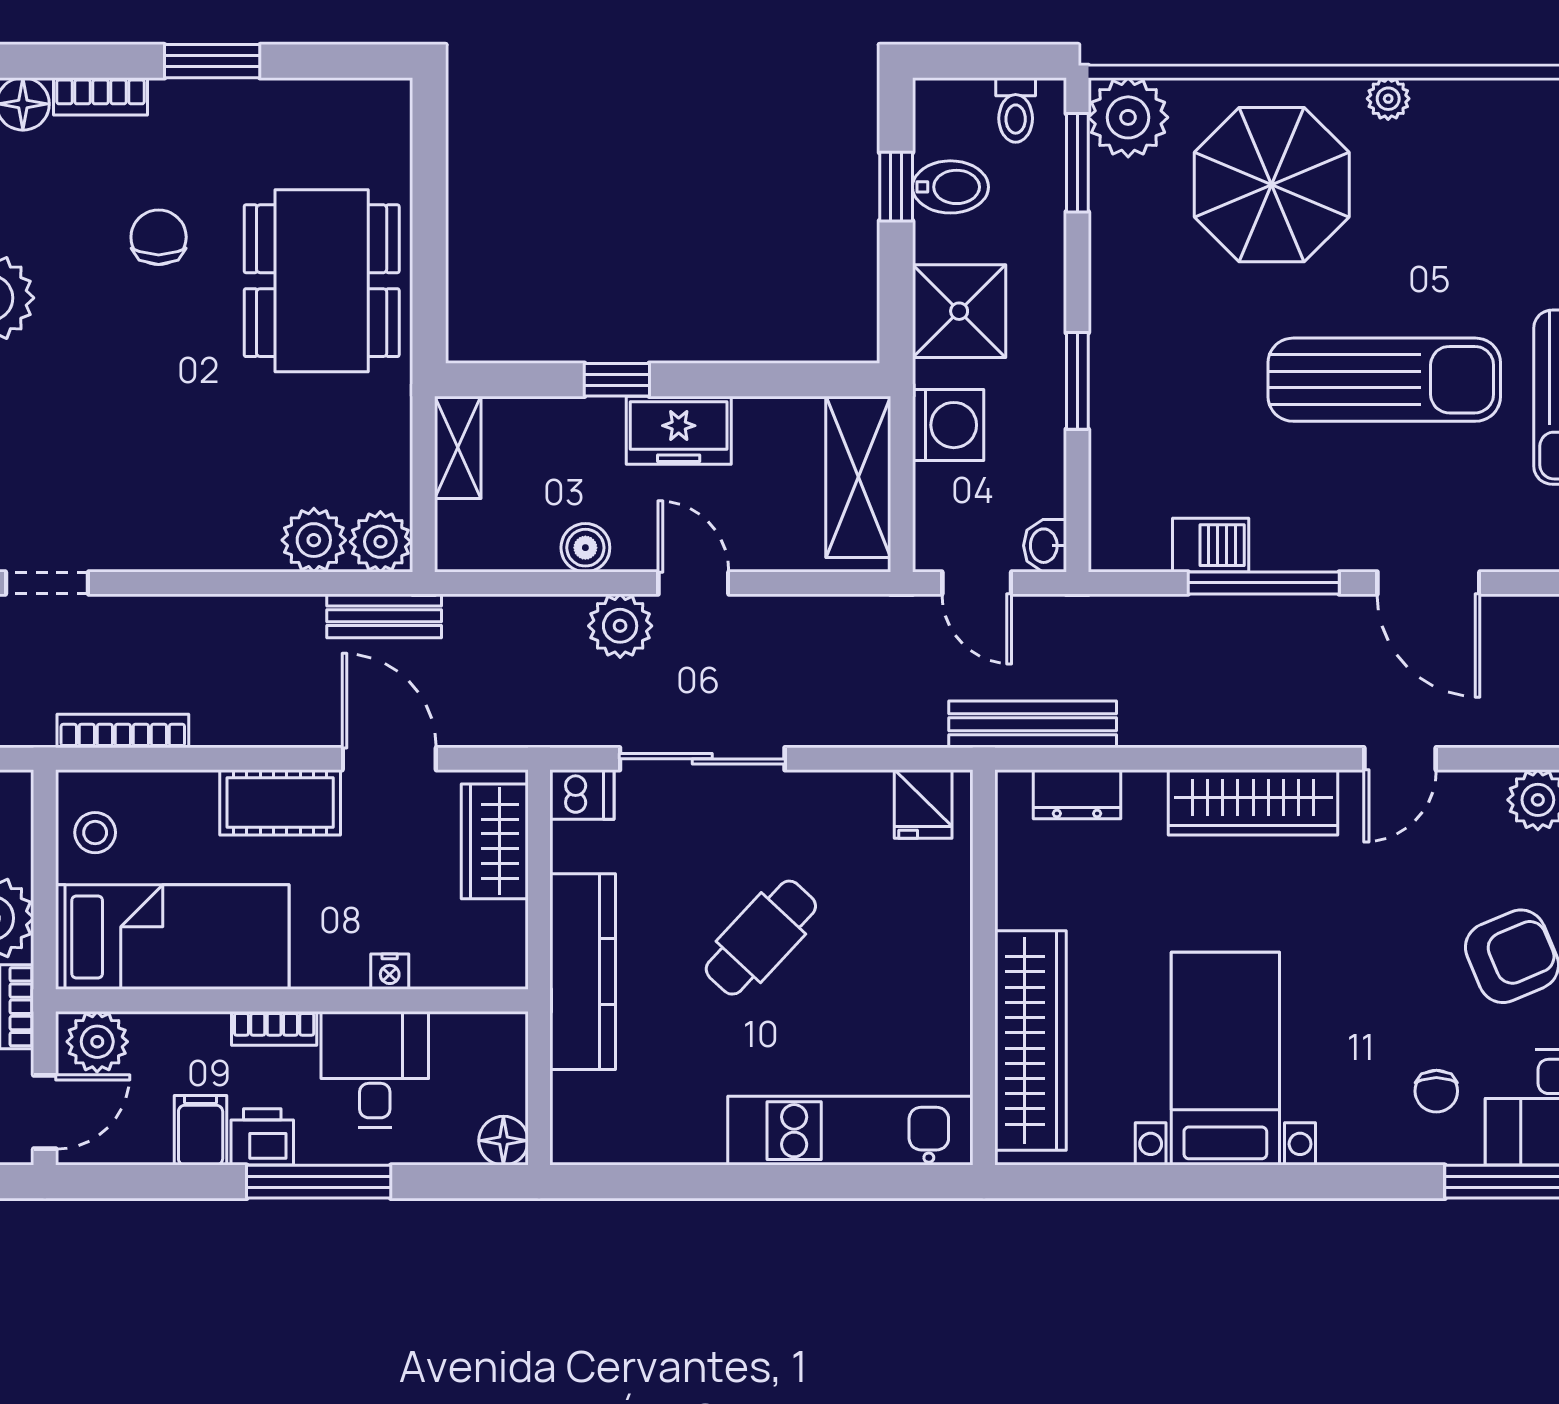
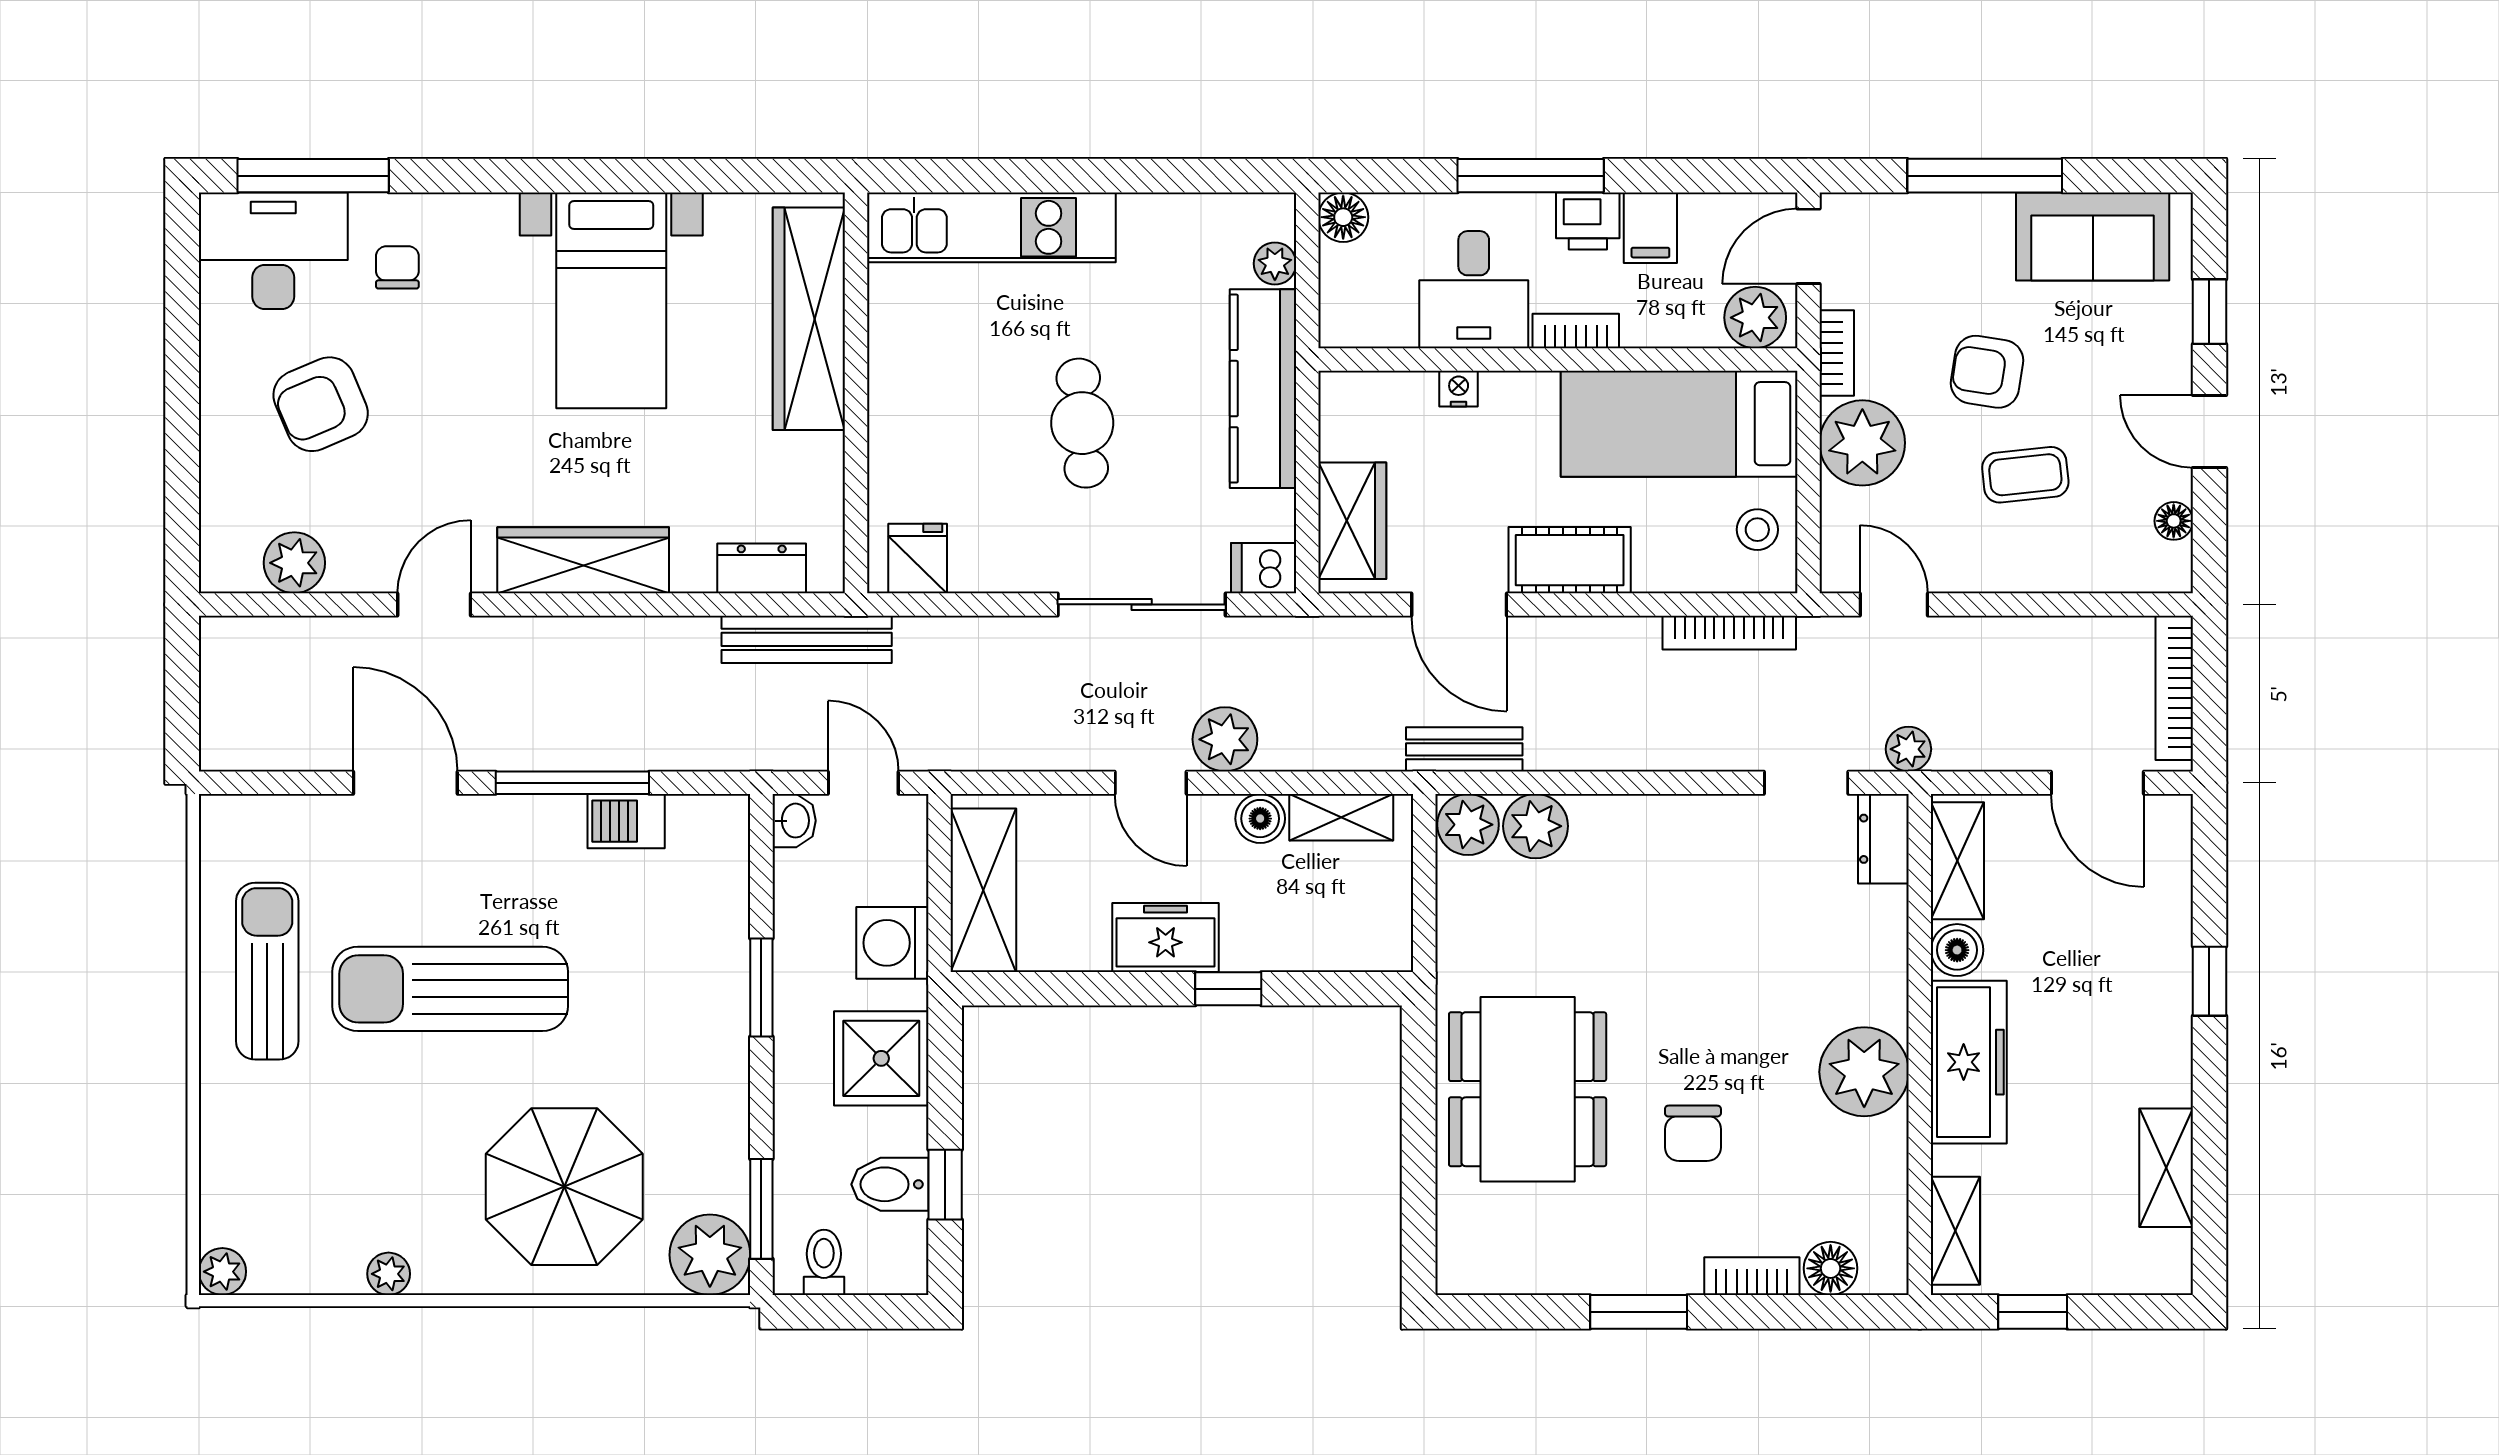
plant: (1388, 99) -> (389, 1274), moved
shelving: (458, 447) -> (1341, 817), moved, turned 90
cafe table: (761, 938) -> (1082, 423), turned -48
plant: (571, 1095) -> (1275, 264), added

